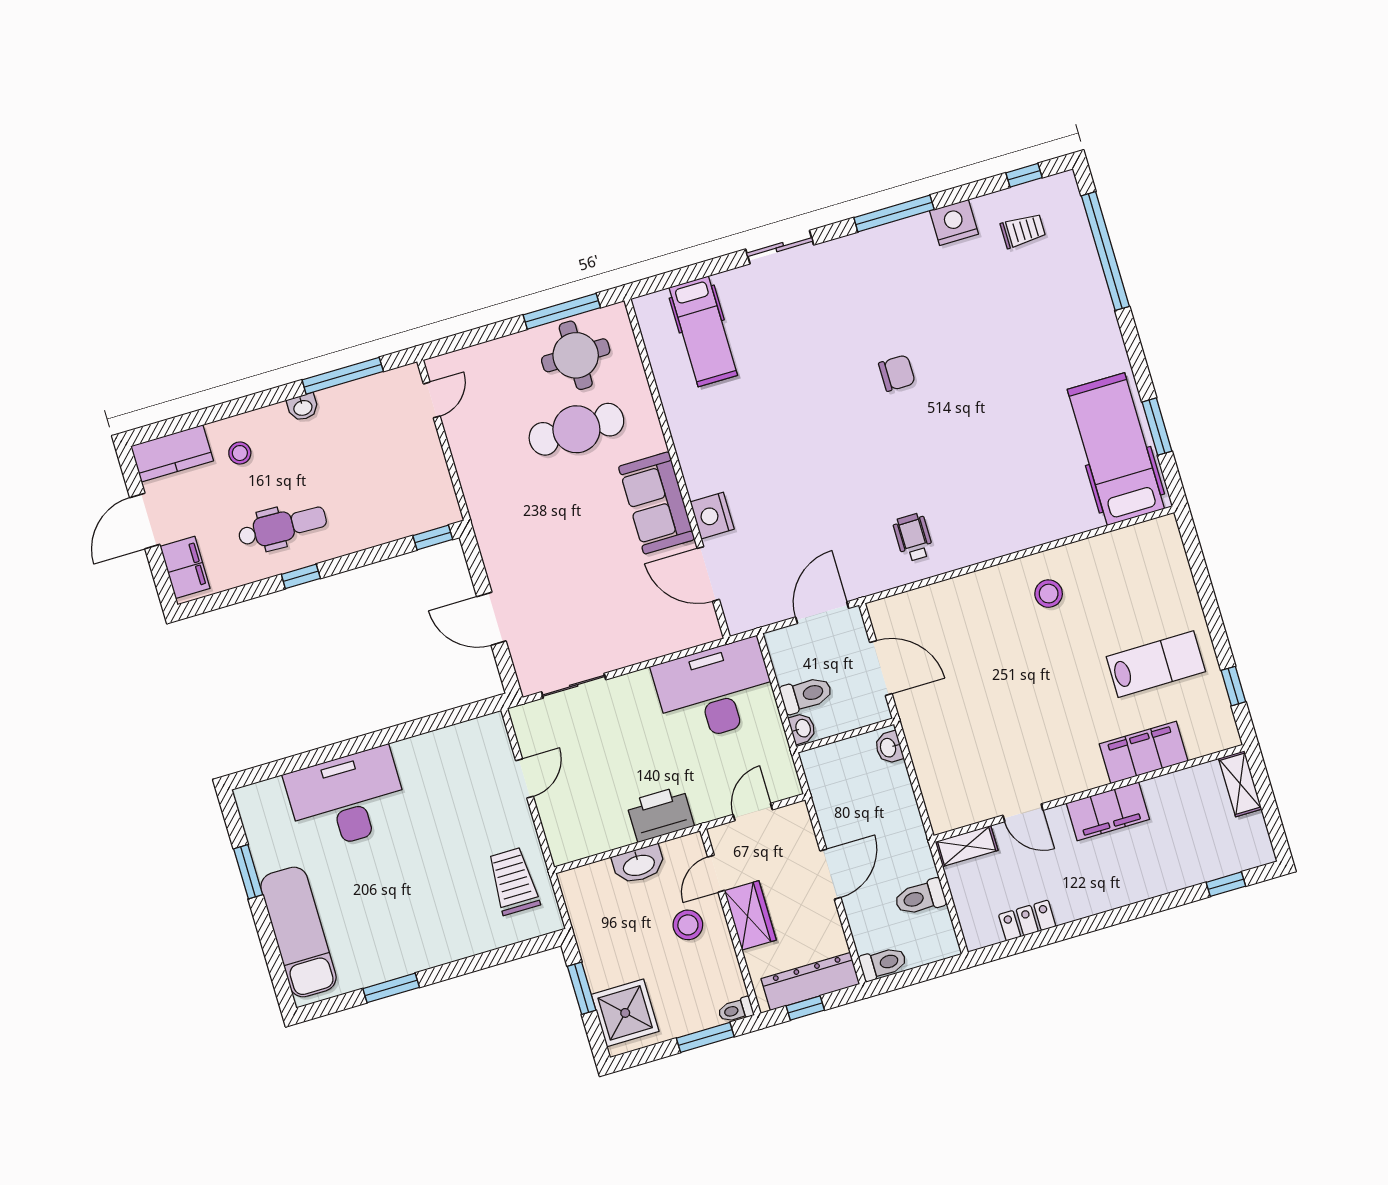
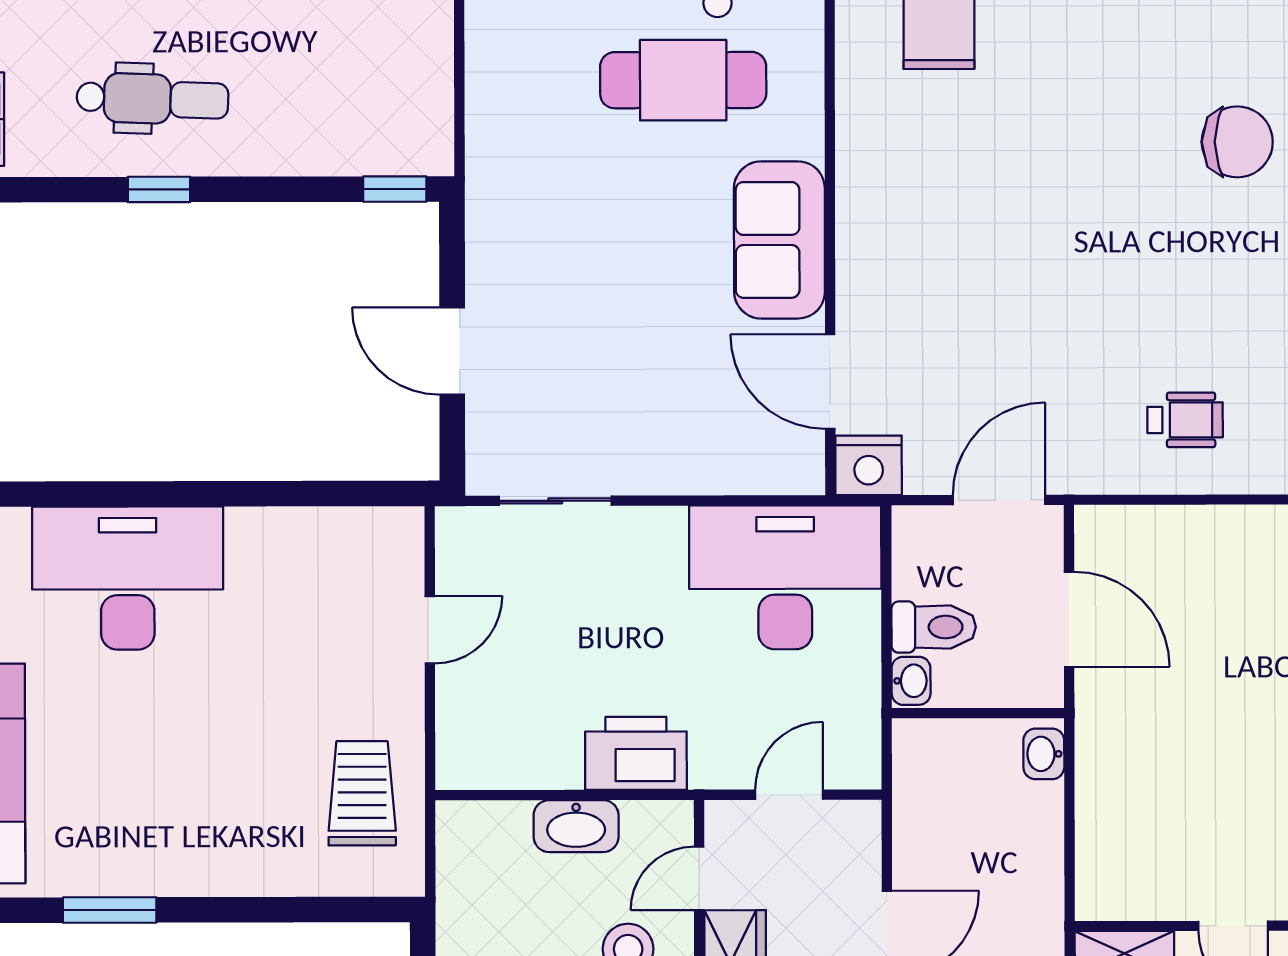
chair: (897, 373) -> (1237, 142), width x1.37, depth x1.37
nightstand: (712, 516) -> (869, 465), moved, turned -90
wheelchair: (913, 537) -> (1185, 420), turned 90

